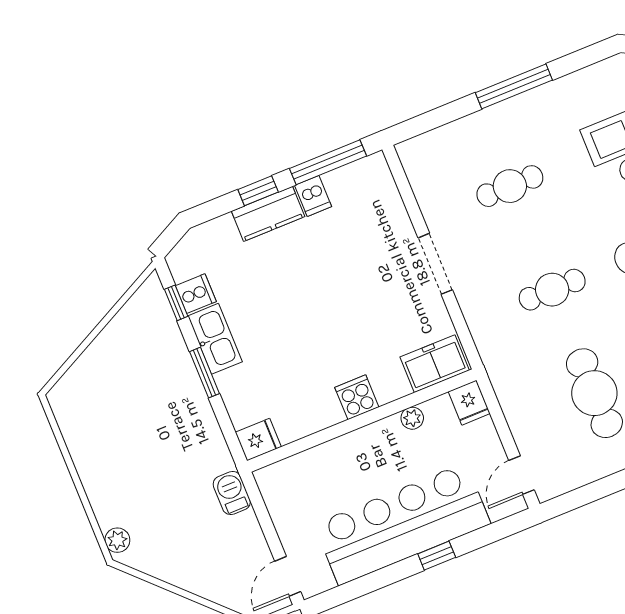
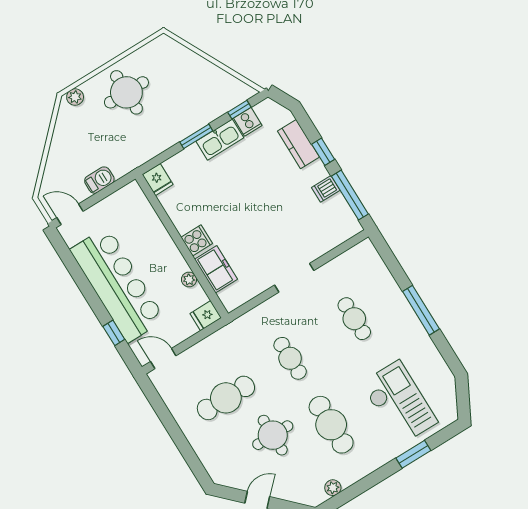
kitchen counter: (268, 214) -> (298, 144), moved
freezer: (435, 364) -> (216, 269), moved
round table: (123, 464) -> (126, 92), added
barbecue: (232, 493) -> (99, 180), moved
window: (437, 556) -> (114, 333), moved

